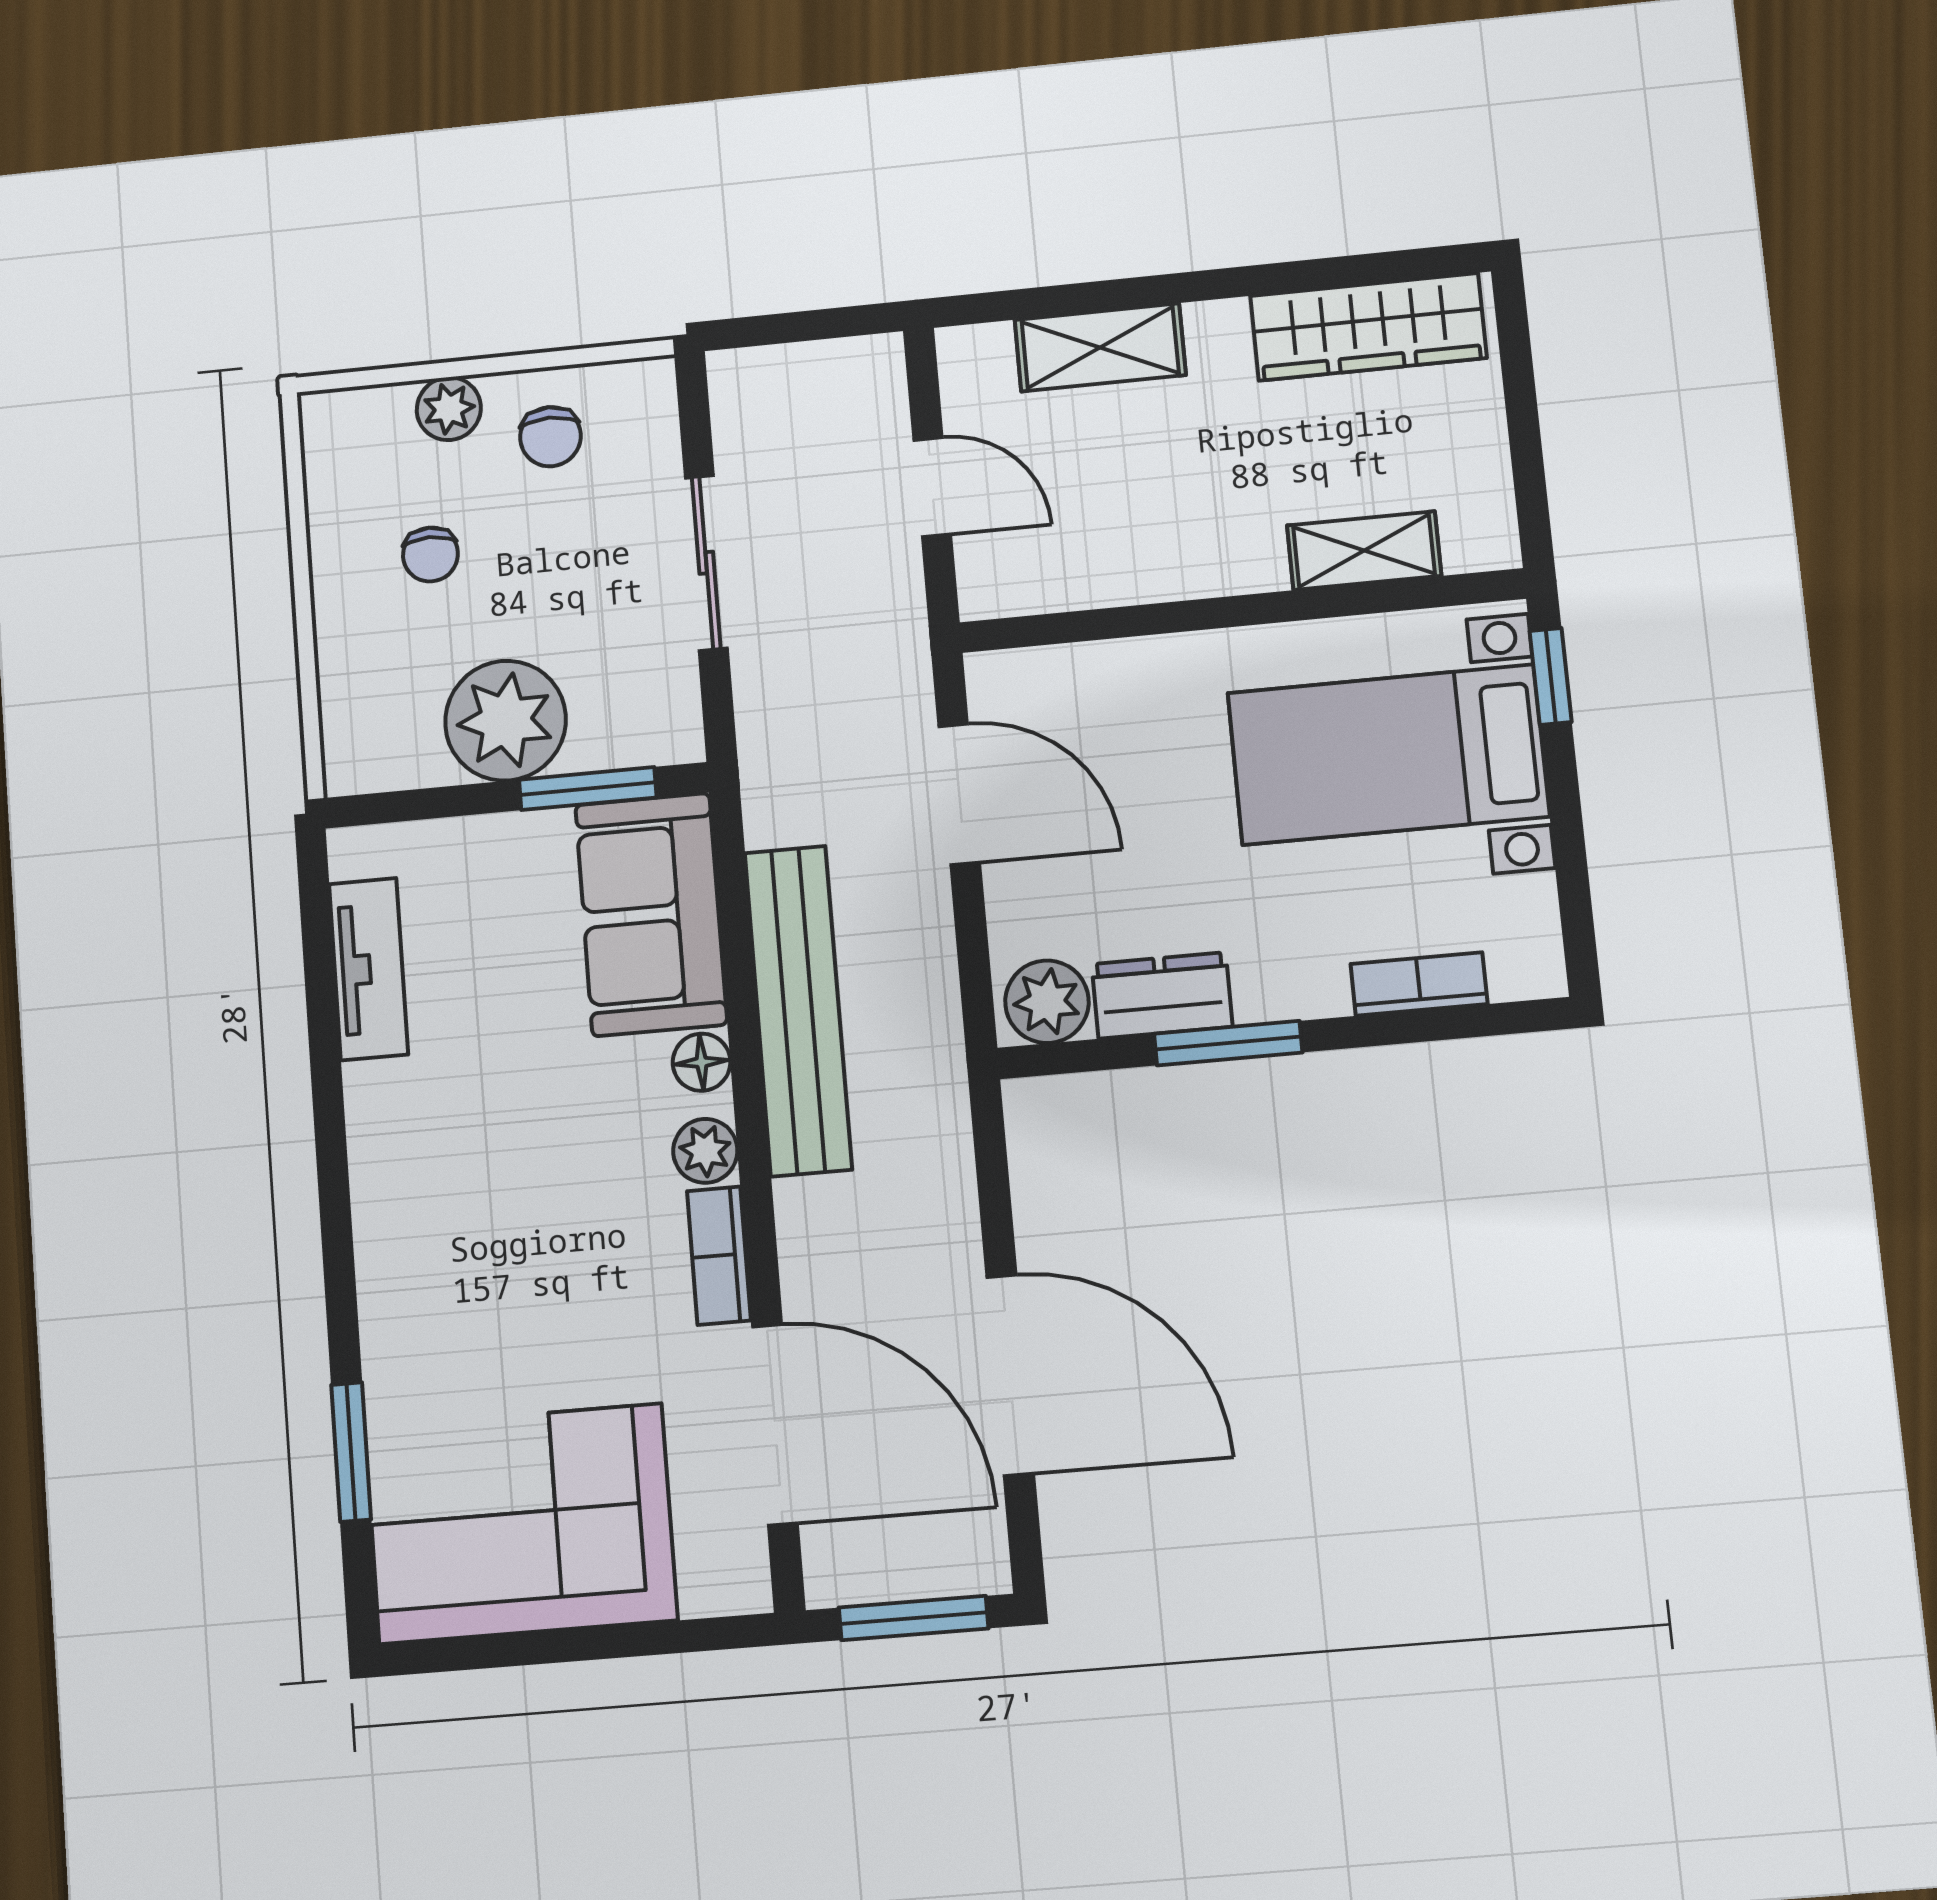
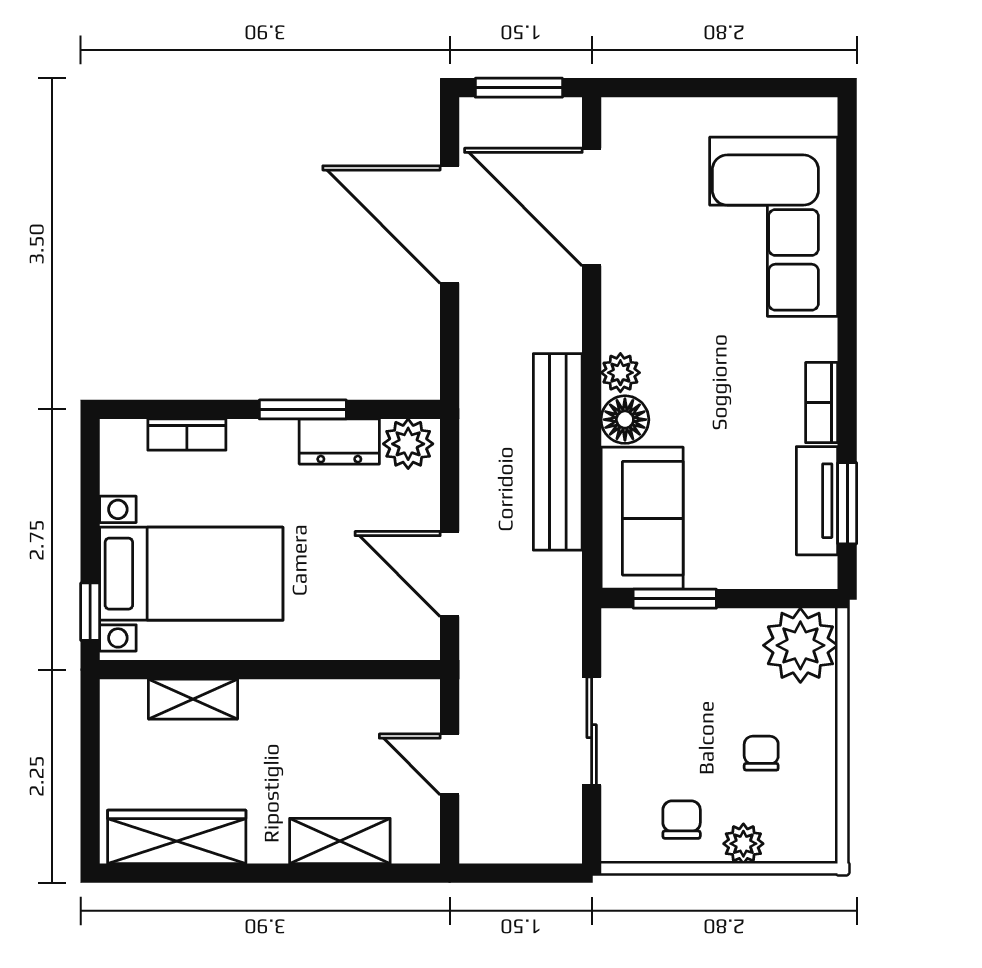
plant: (506, 721) -> (800, 645), moved
floor lamp: (702, 1062) -> (625, 420), width x1.37, depth x1.37
bookcase: (719, 1256) -> (822, 403), moved, turned 180
window: (351, 1452) -> (847, 503), moved
corner sofa: (521, 1524) -> (774, 227), moved, turned 90

